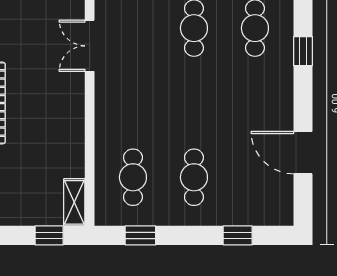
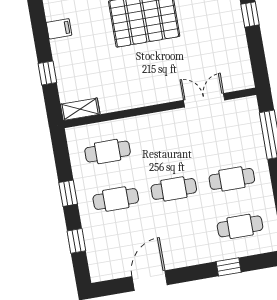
cafe table: (194, 103) -> (174, 189), added
window: (49, 235) -> (47, 73), moved
window: (140, 235) -> (68, 193), moved

